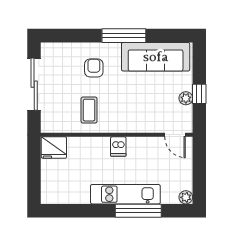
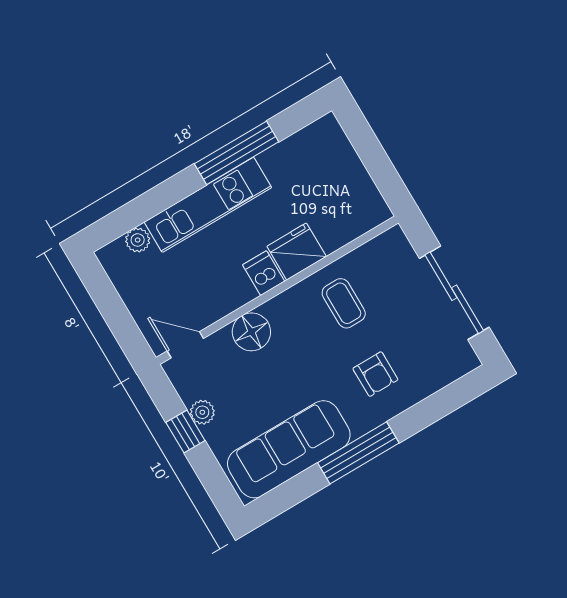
floor lamp: (140, 122) -> (251, 332), added
fridge: (54, 148) -> (297, 251), moved
plant: (186, 197) -> (138, 240), moved
window: (138, 211) -> (237, 153), moved

